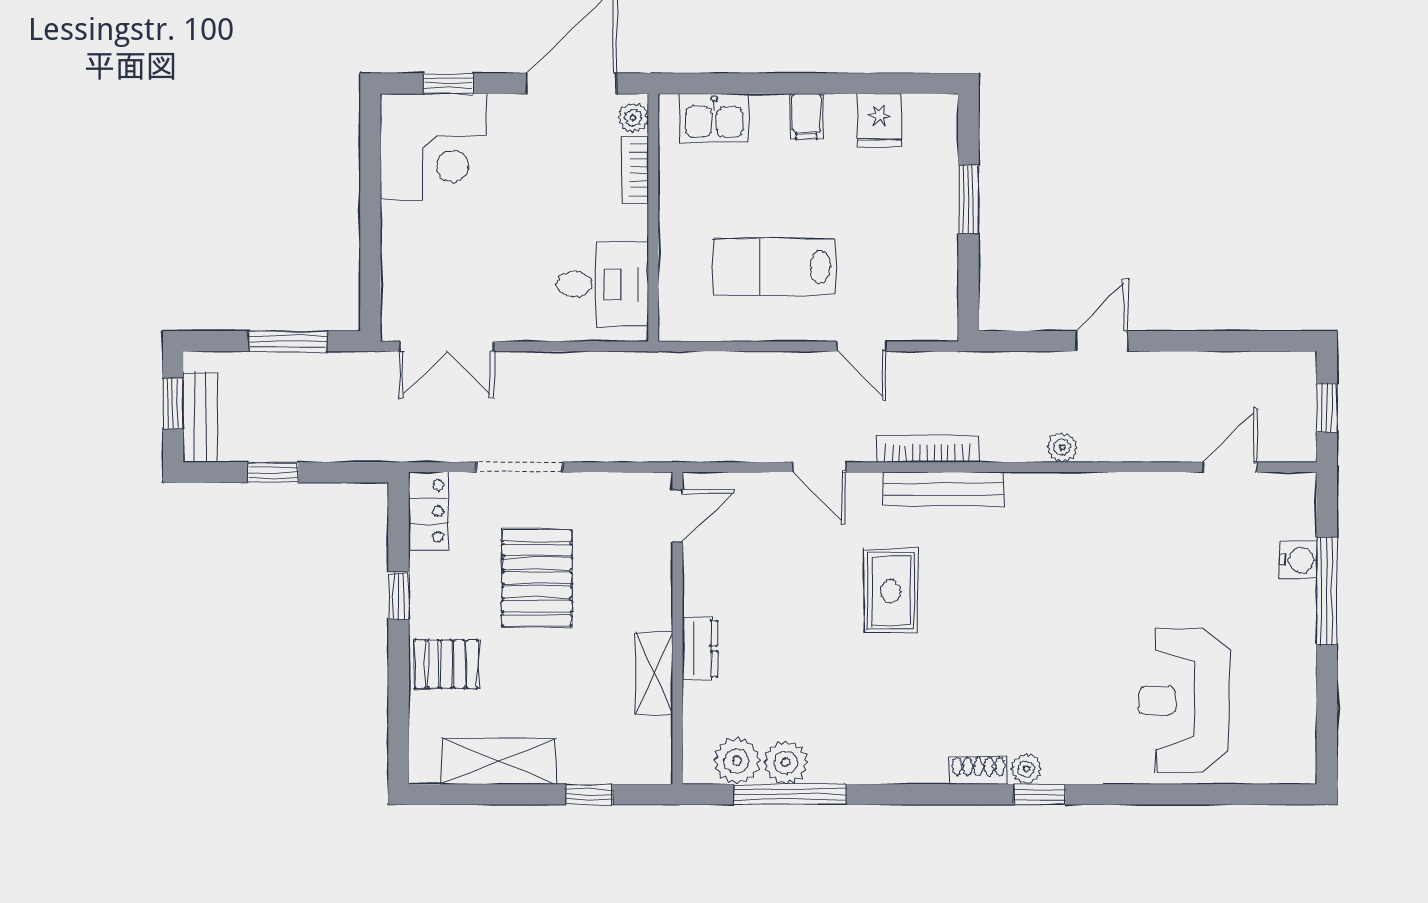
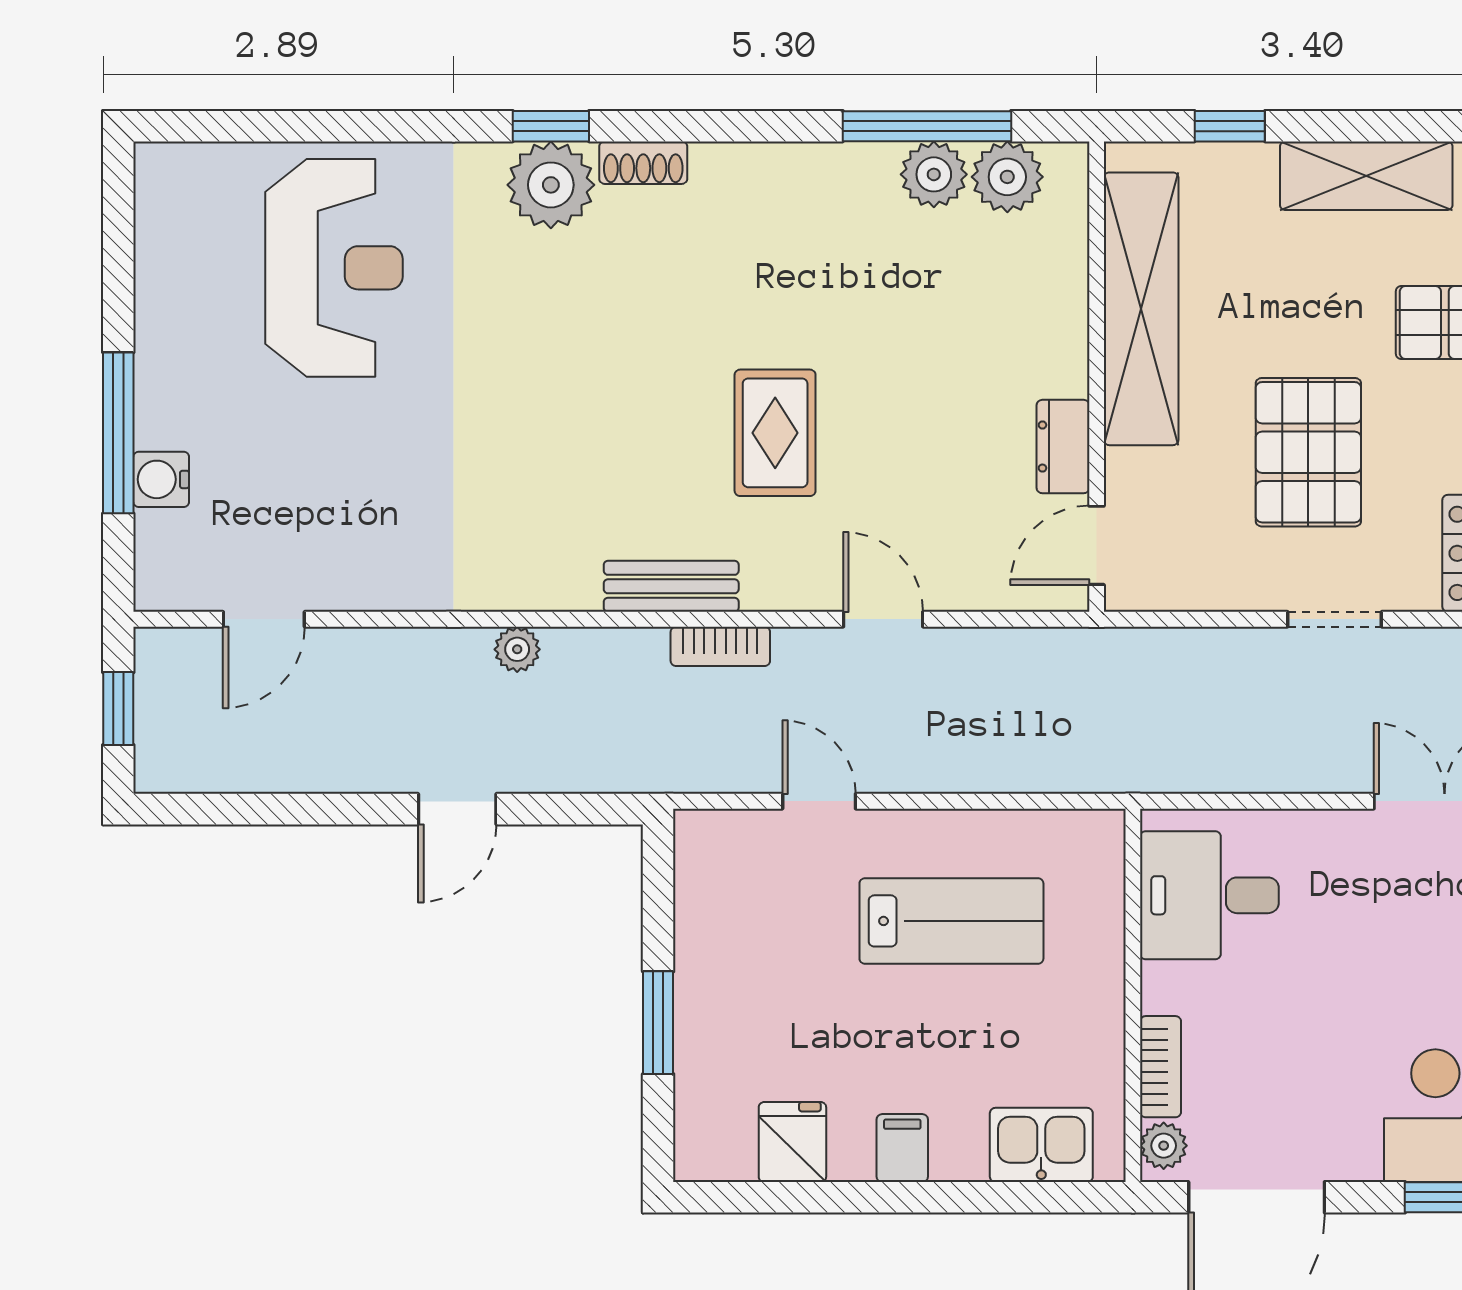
bookcase: (927, 449) -> (720, 646), width x0.64
doorway: (520, 467) -> (1335, 619), width x0.73
bench: (944, 489) -> (671, 586), width x0.73
dresser: (700, 649) -> (1063, 447), moved
shelving: (654, 673) -> (1141, 309), width x2.20, depth x1.33
plant: (1026, 769) -> (551, 185), width x1.88, depth x1.88

